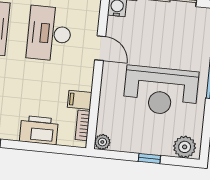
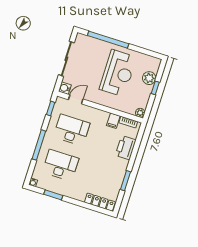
desk: (49, 34) -> (72, 130), turned 180
door: (100, 48) -> (76, 99), moved
plant: (185, 147) -> (149, 78), moved

